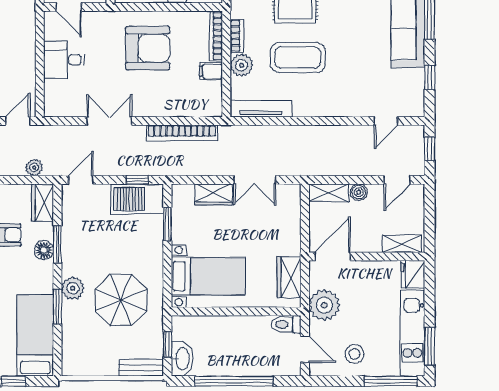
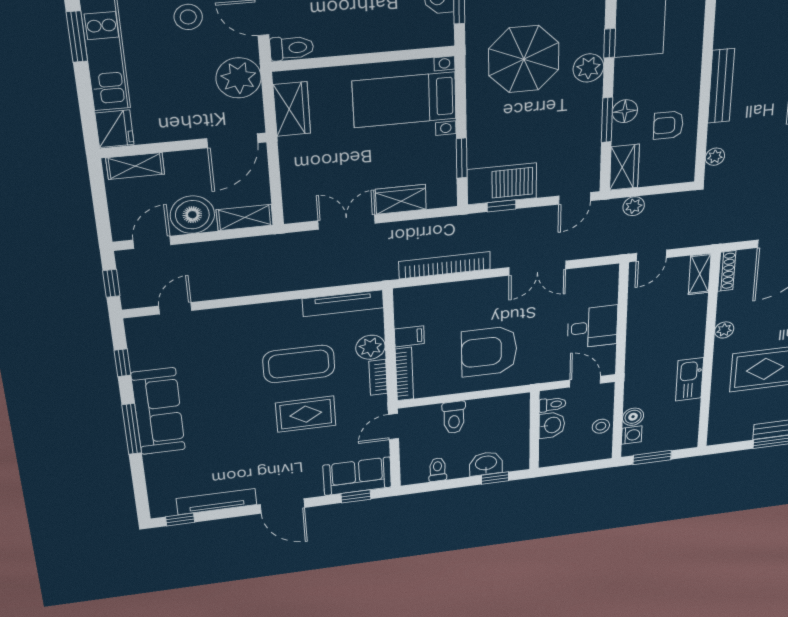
boiler: (359, 192) -> (192, 215), width x1.86, depth x1.86
window: (57, 307) -> (610, 43), width x0.67

